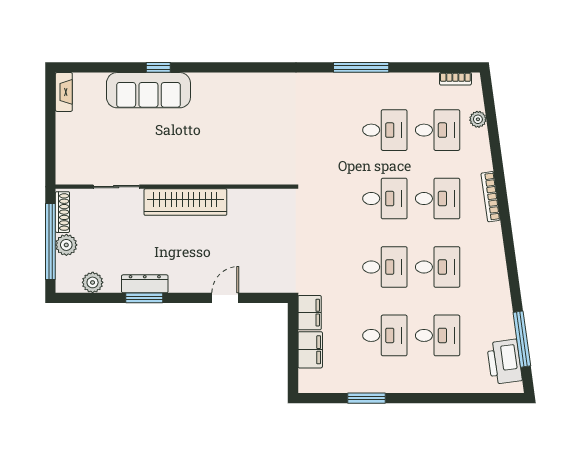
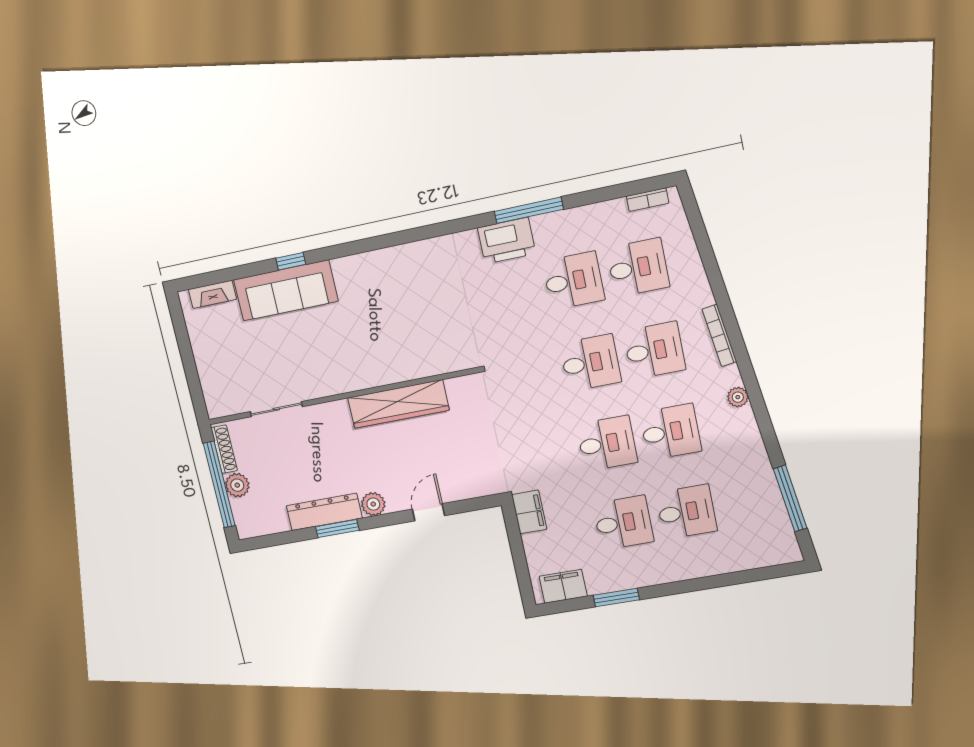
fireplace: (64, 92) -> (212, 294), moved, turned 90
plant: (478, 119) -> (738, 397), moved
wardrobe: (185, 202) -> (398, 404), moved
plant: (93, 282) -> (373, 504), moved
dresser: (145, 284) -> (324, 512), width x1.37, depth x1.24
filing cabinet: (310, 350) -> (563, 586), moved, turned -90
printer: (505, 362) -> (507, 241), moved, turned -82

